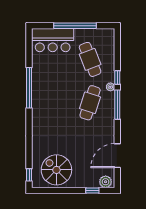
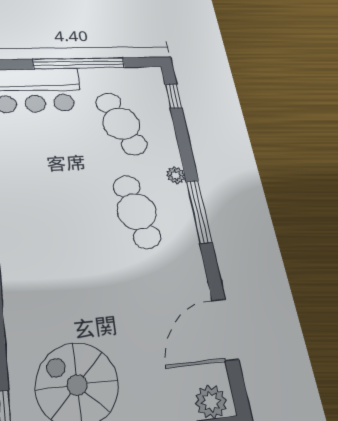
window: (117, 78) -> (173, 96), moved
cafe table: (90, 103) -> (137, 211), turned -30

